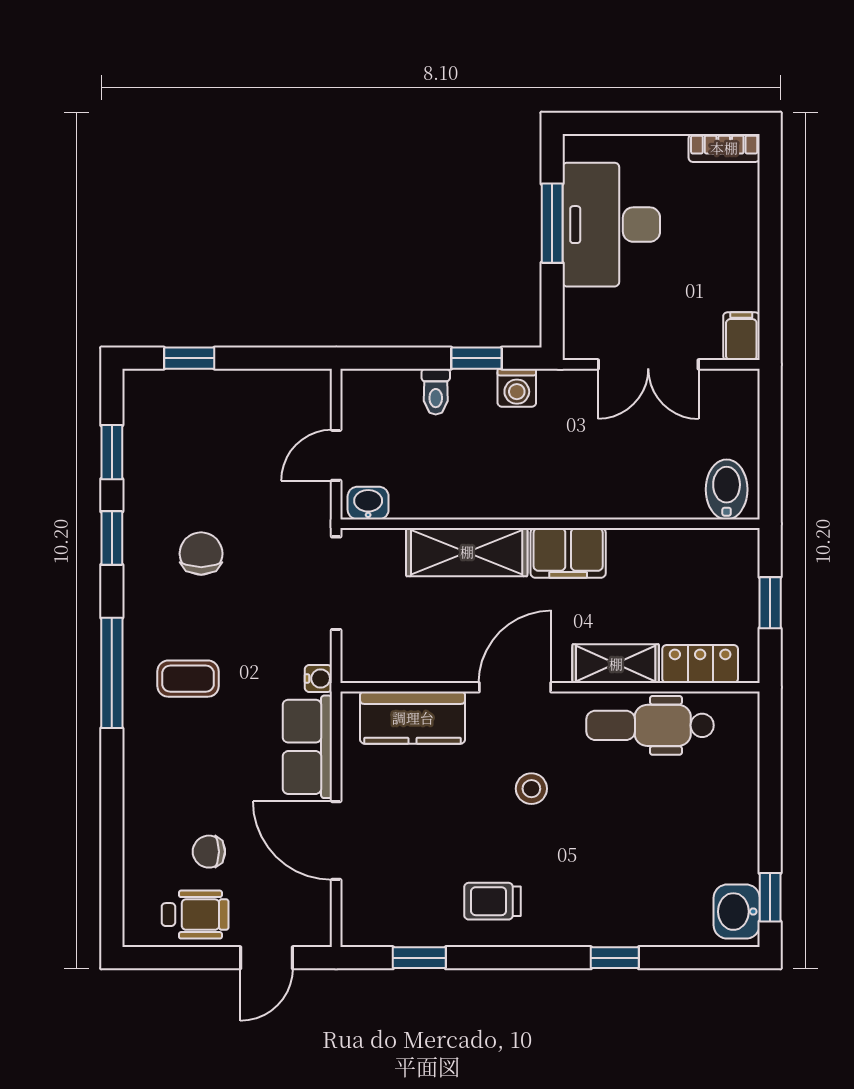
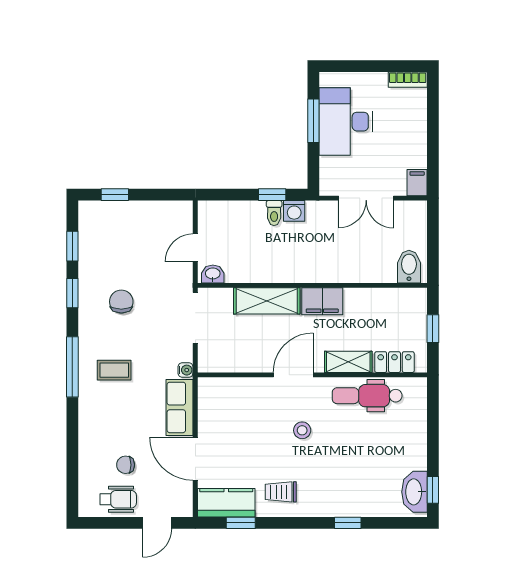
toilet: (436, 392) -> (274, 213), moved
kitchen counter: (413, 718) -> (226, 503), moved, turned 180
washbasin: (737, 912) -> (414, 492), width x1.38

